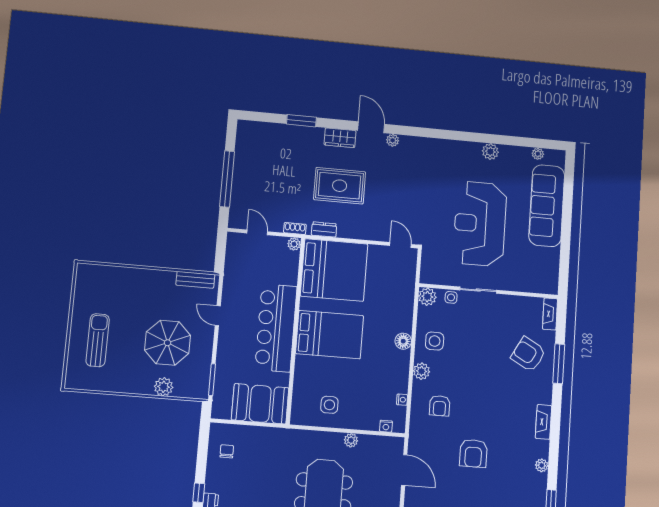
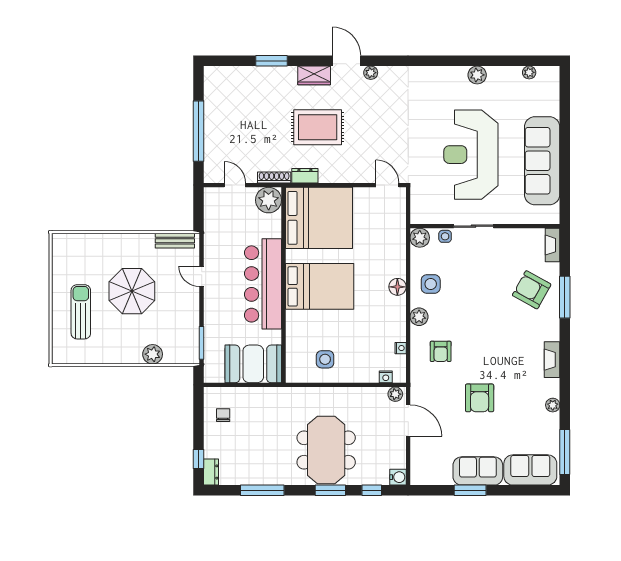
sofa: (547, 206) -> (542, 161), moved
shoe rack: (295, 228) -> (274, 177), width x1.43
plant: (294, 244) -> (269, 200), width x1.87, depth x1.87
parasol: (168, 343) -> (132, 291), moved
plant: (351, 440) -> (395, 394), moved

